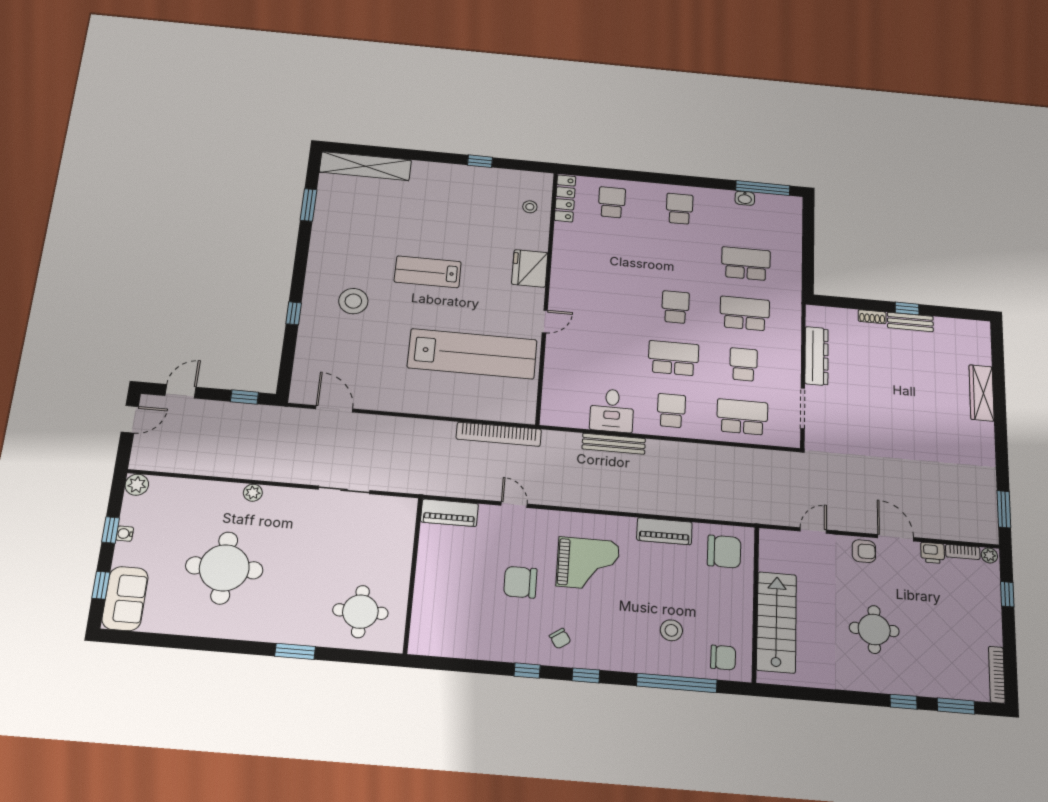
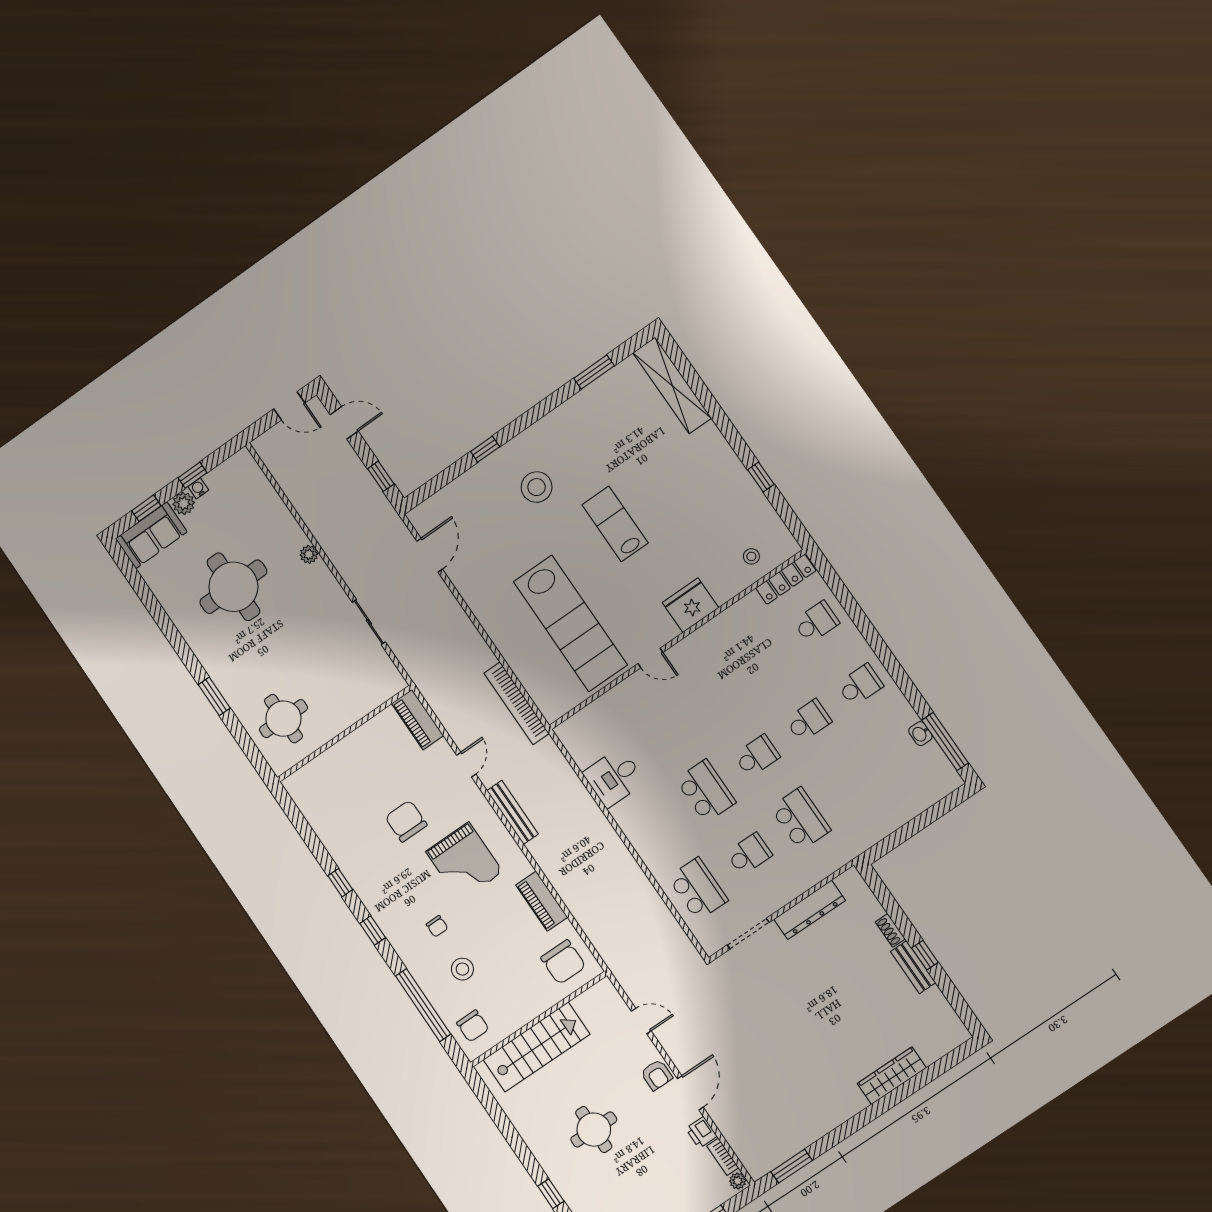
school desk: (746, 264) -> (808, 721), moved, width x0.54
school desk: (671, 411) -> (655, 826), removed
bench: (614, 444) -> (513, 812), moved
plant: (137, 485) -> (184, 503), moved
chair: (560, 639) -> (437, 926), moved, turned -56

